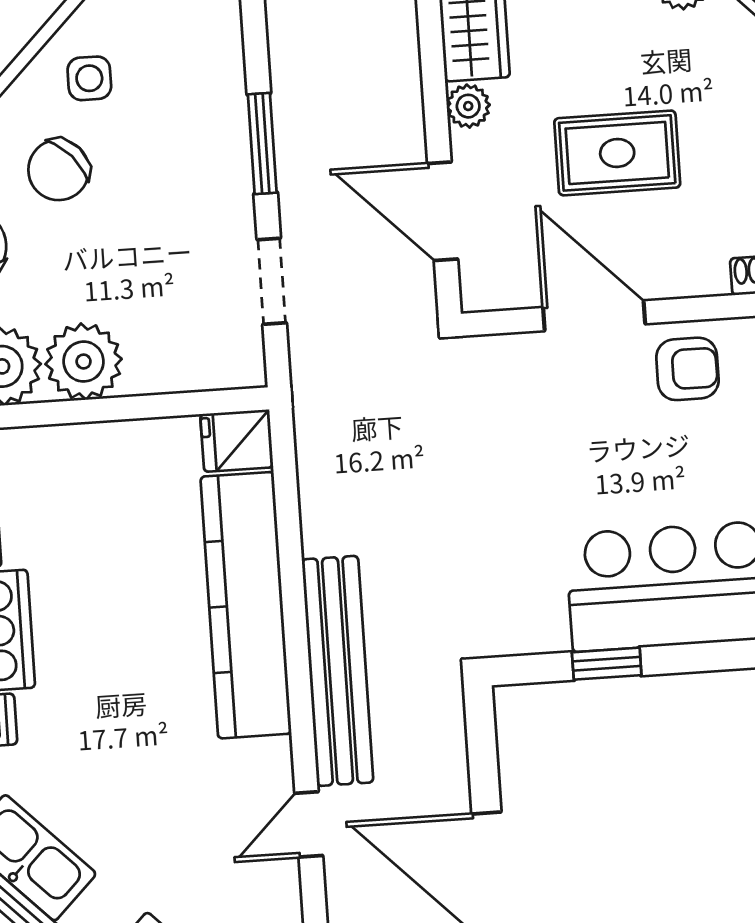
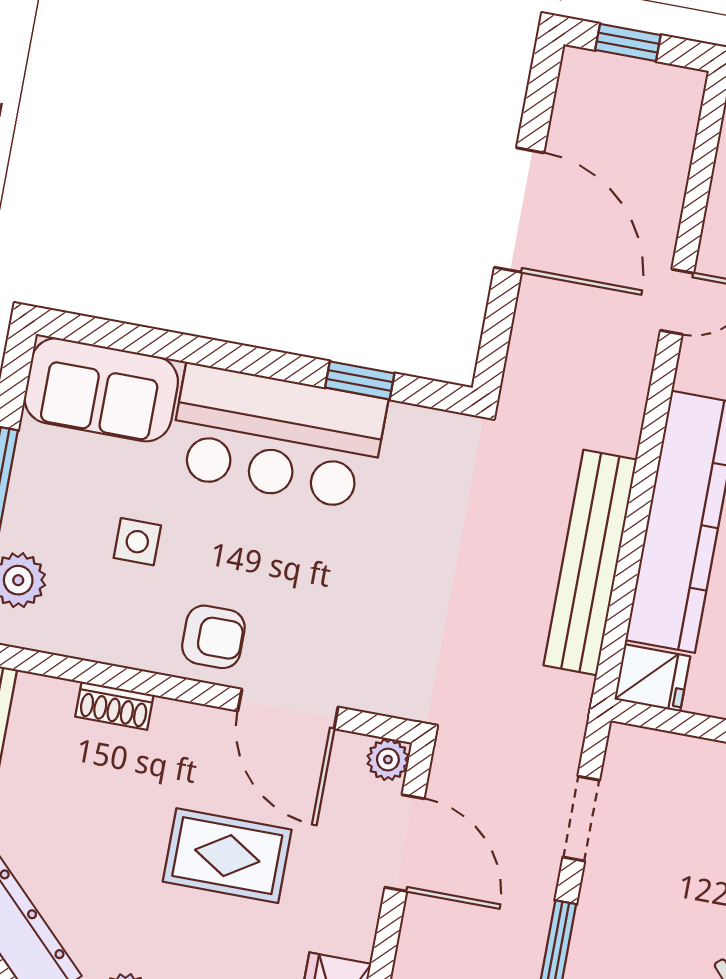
plant: (468, 106) -> (388, 760), moved
armchair: (687, 369) -> (213, 637), turned 180
bench: (338, 671) -> (590, 563), moved

